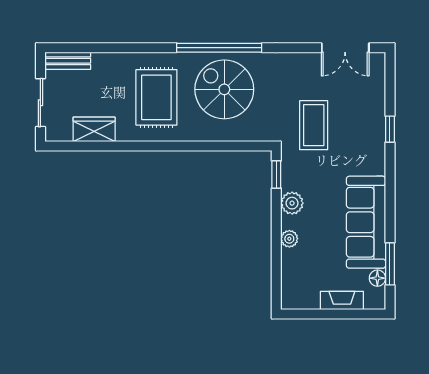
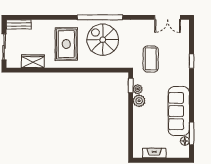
plant: (289, 239) -> (138, 89), moved
fireplace: (342, 300) -> (154, 153), moved

